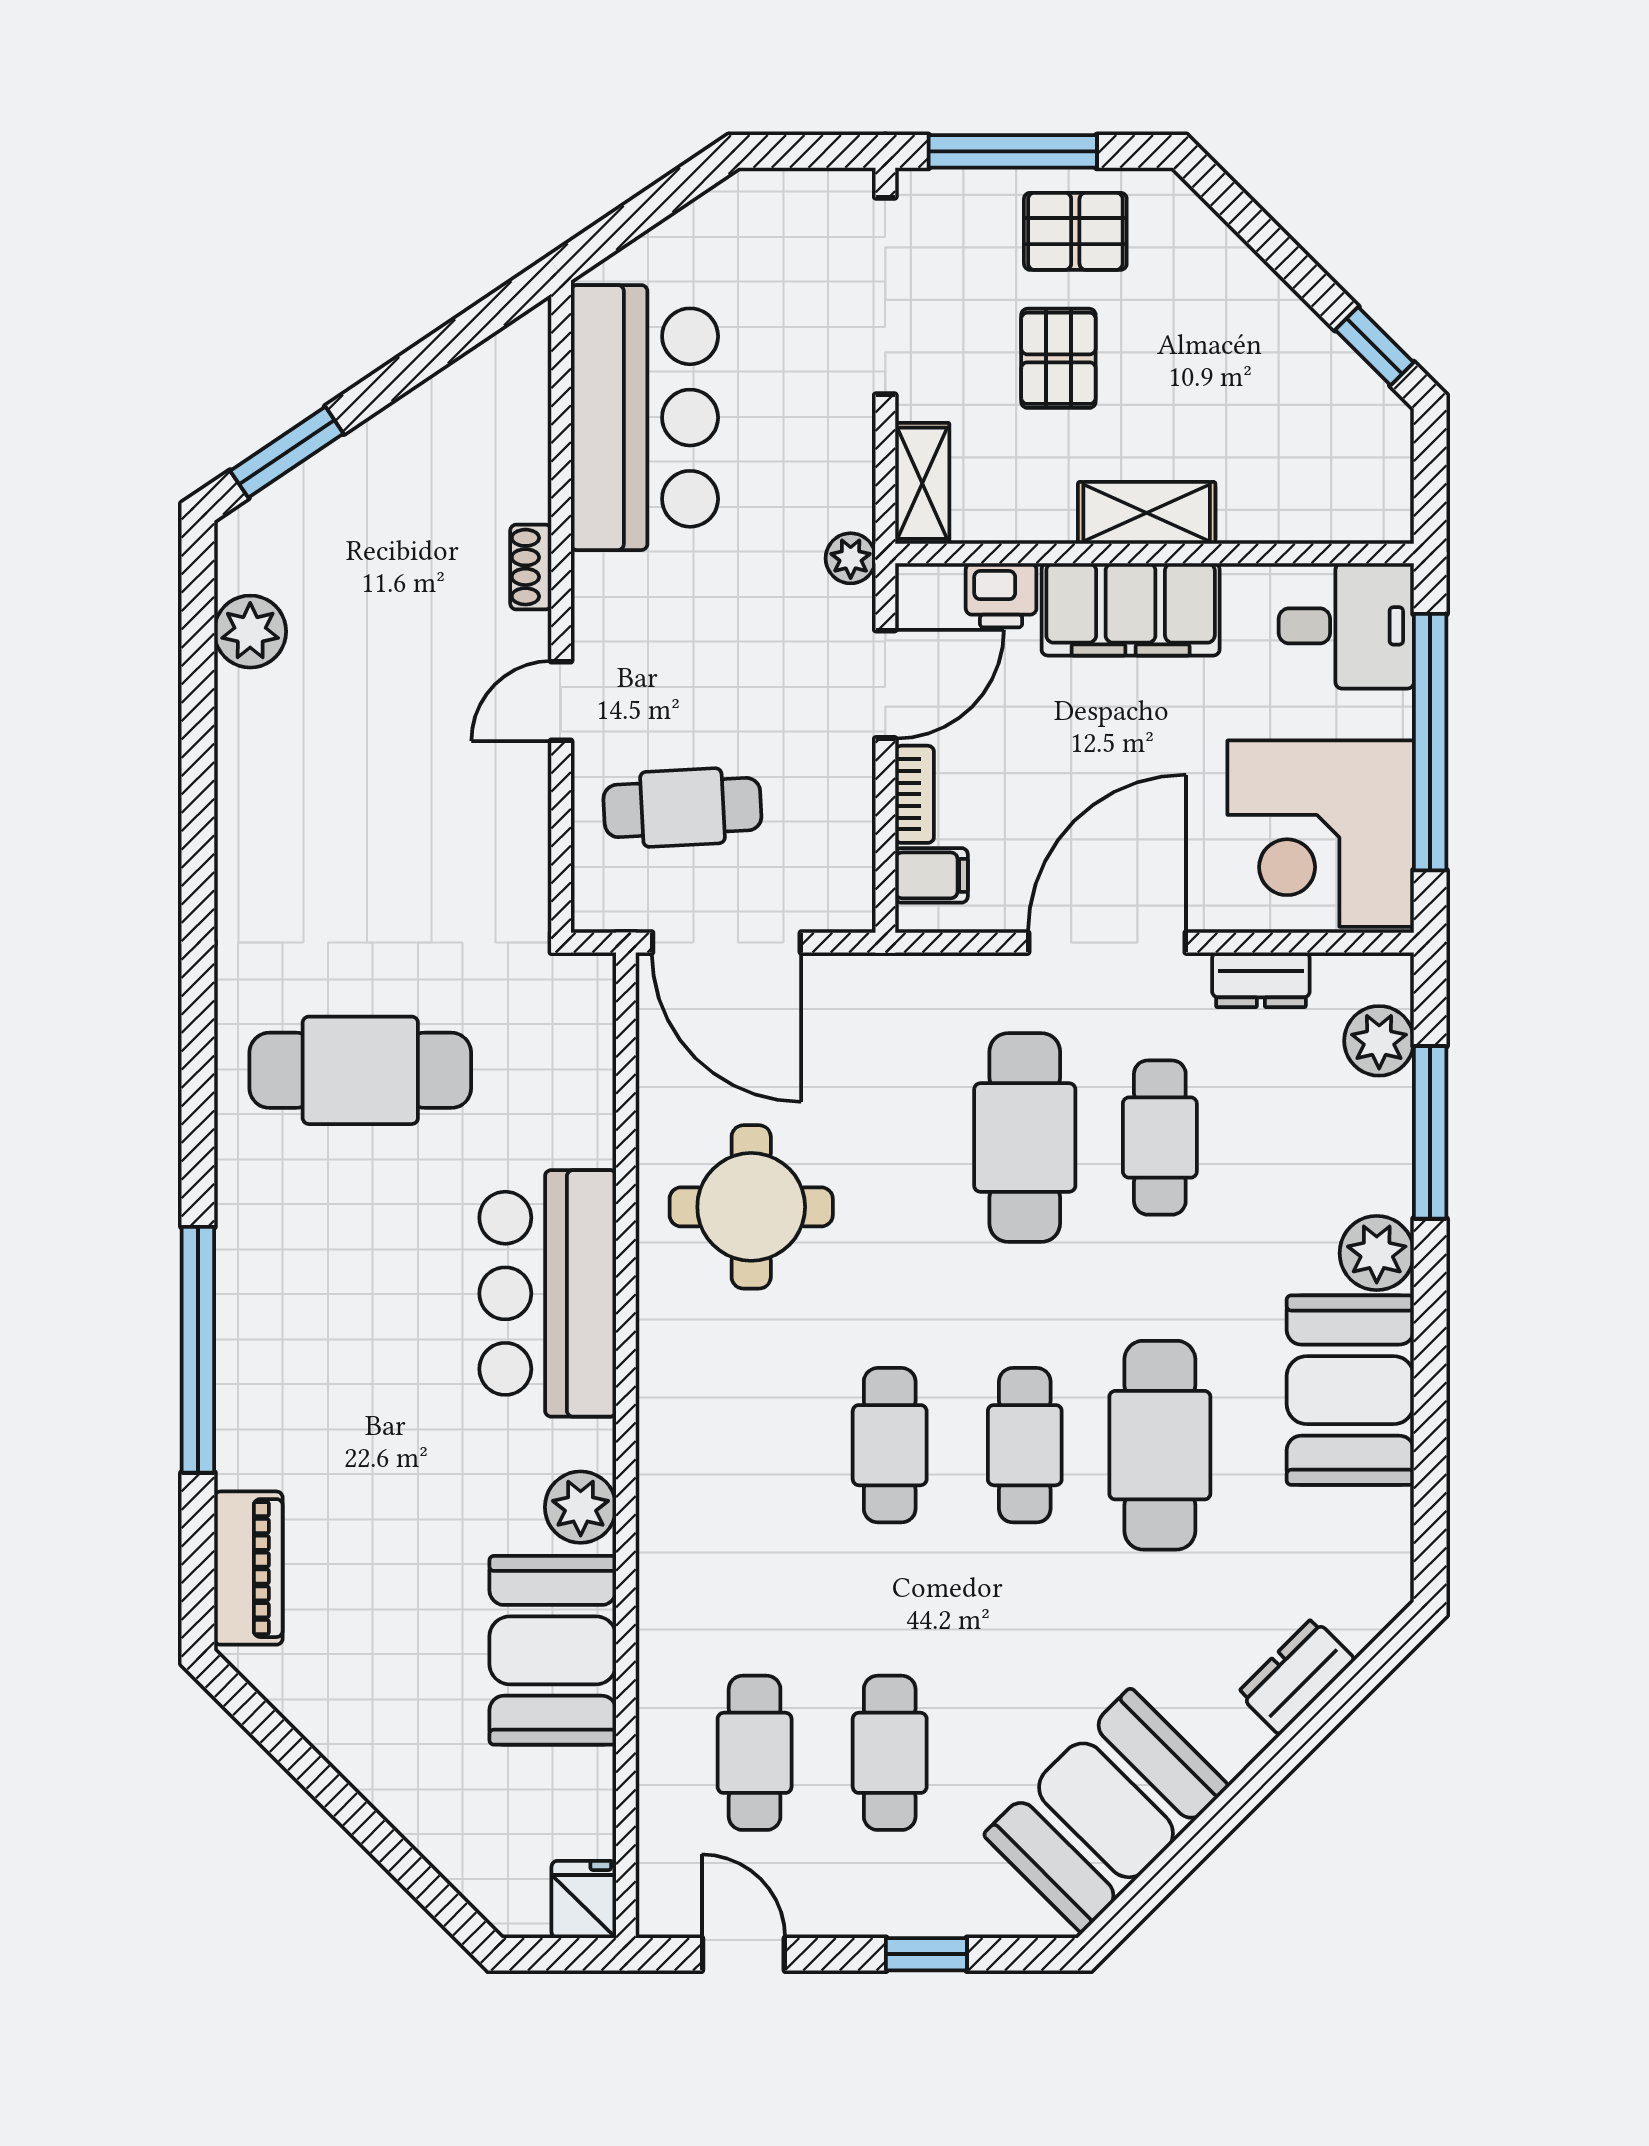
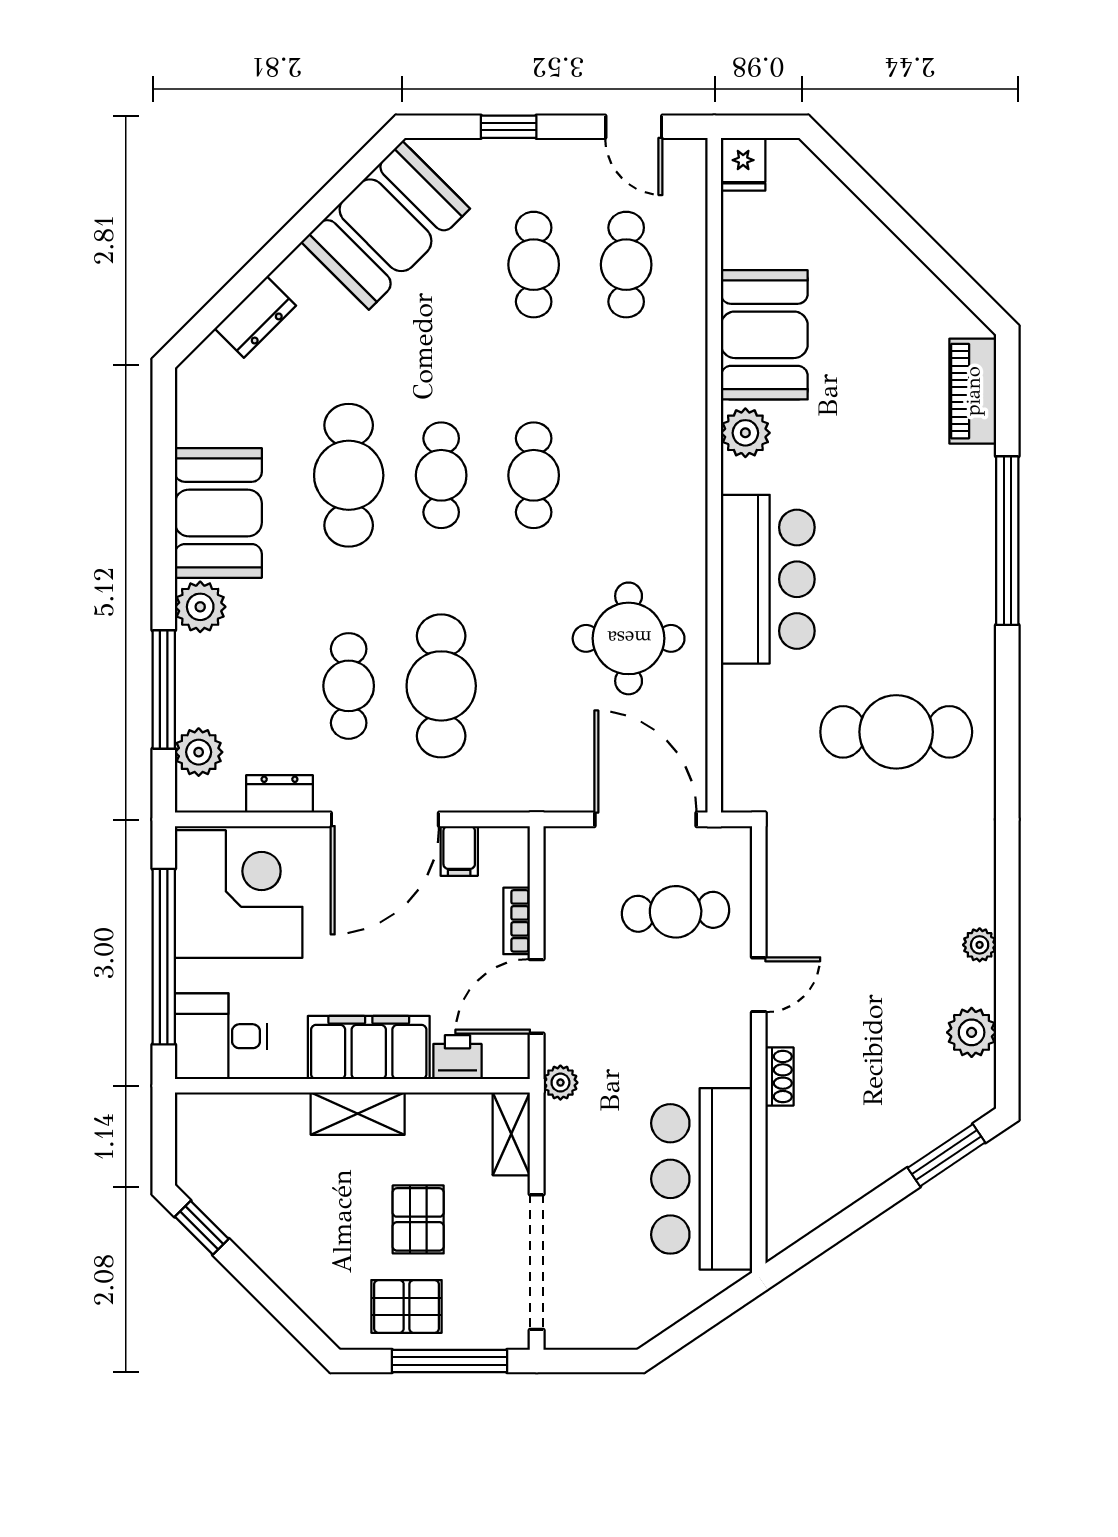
plant: (238, 759) -> (980, 945), added
filing cabinet: (931, 875) -> (459, 851), moved, turned -90

